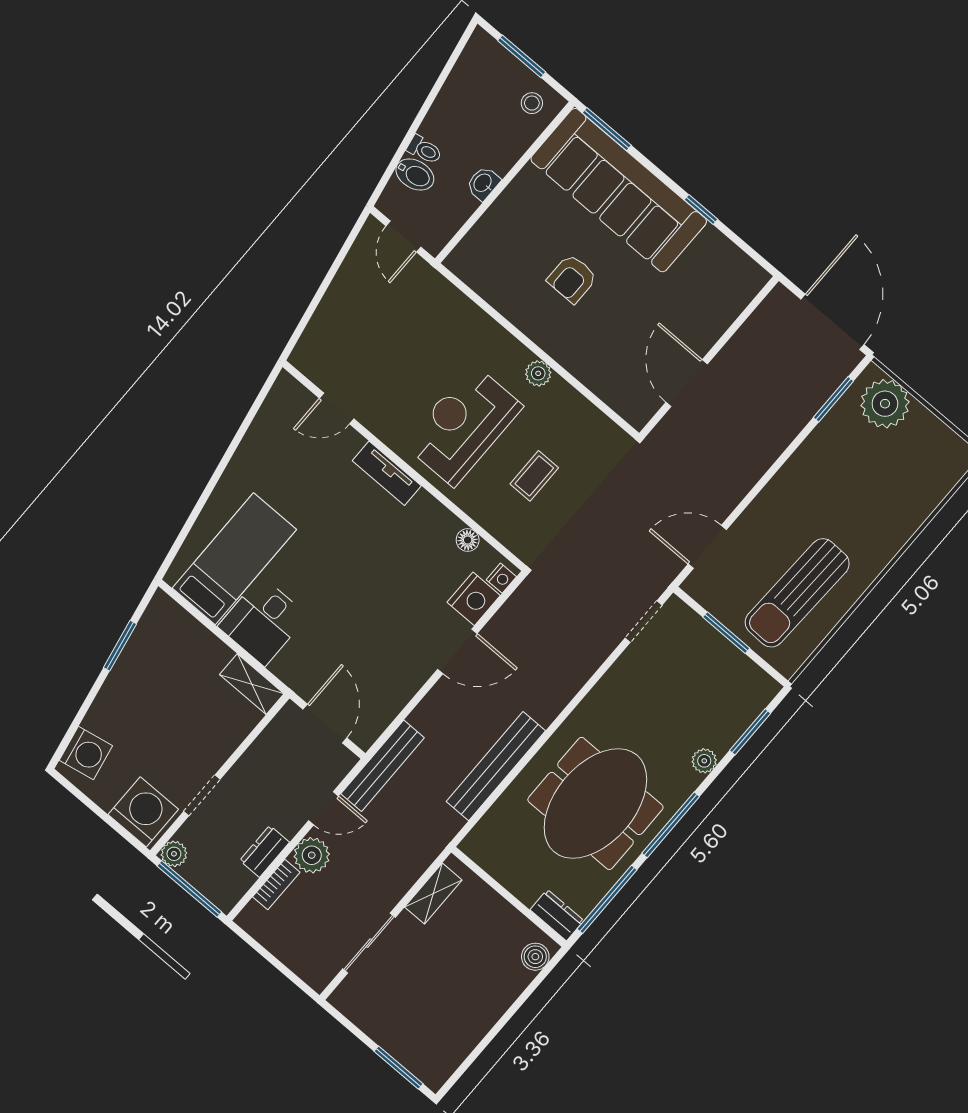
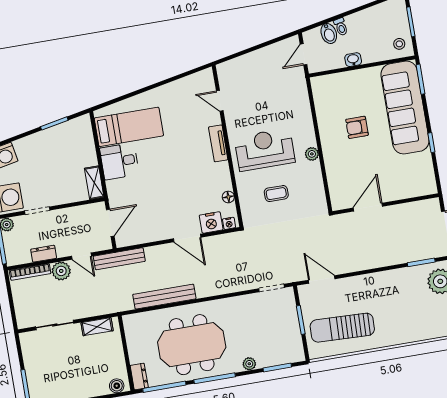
bookcase: (276, 884) -> (30, 272), width x1.56

